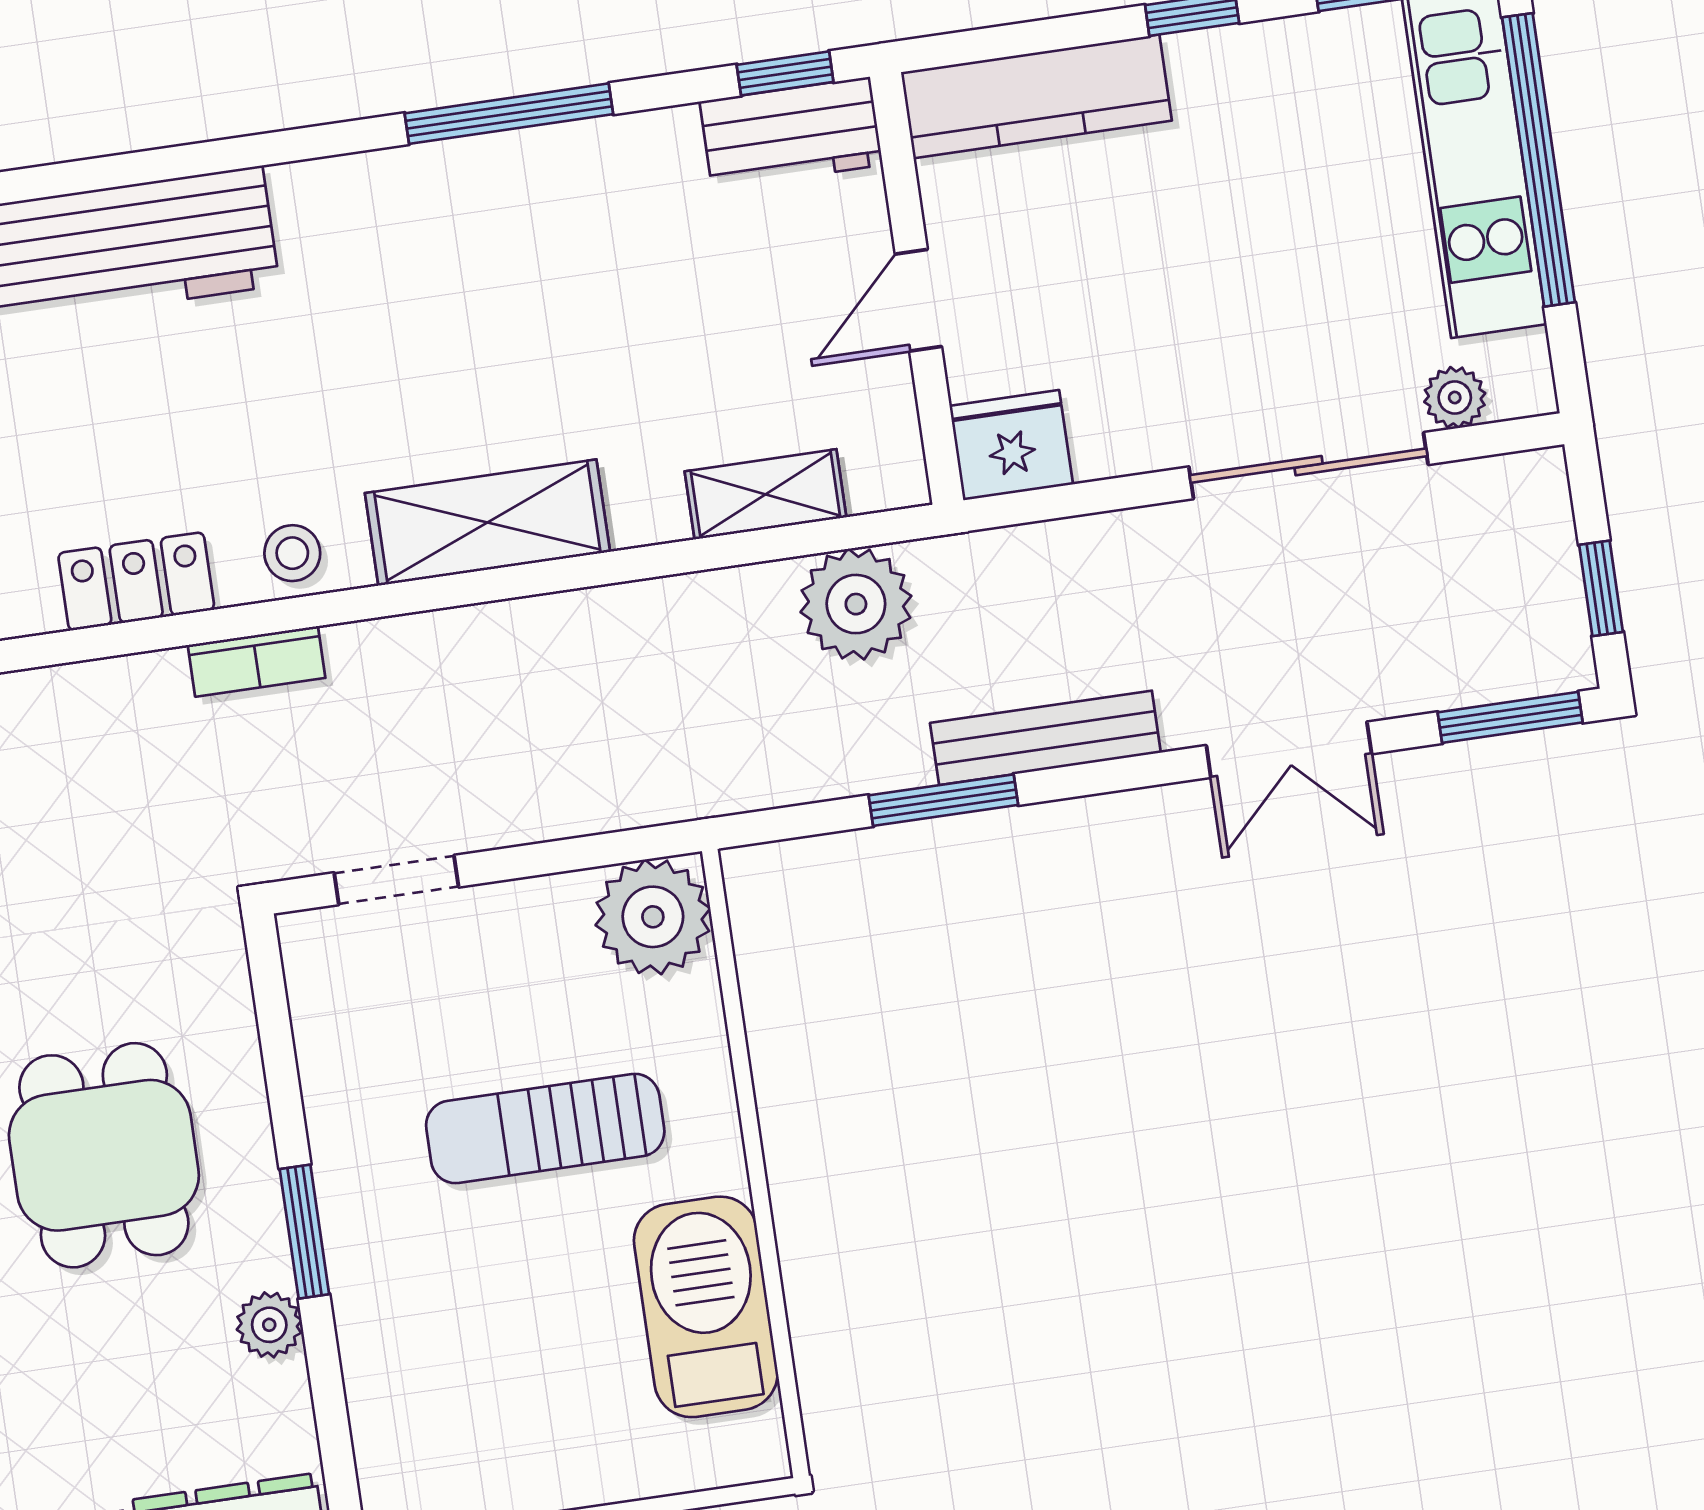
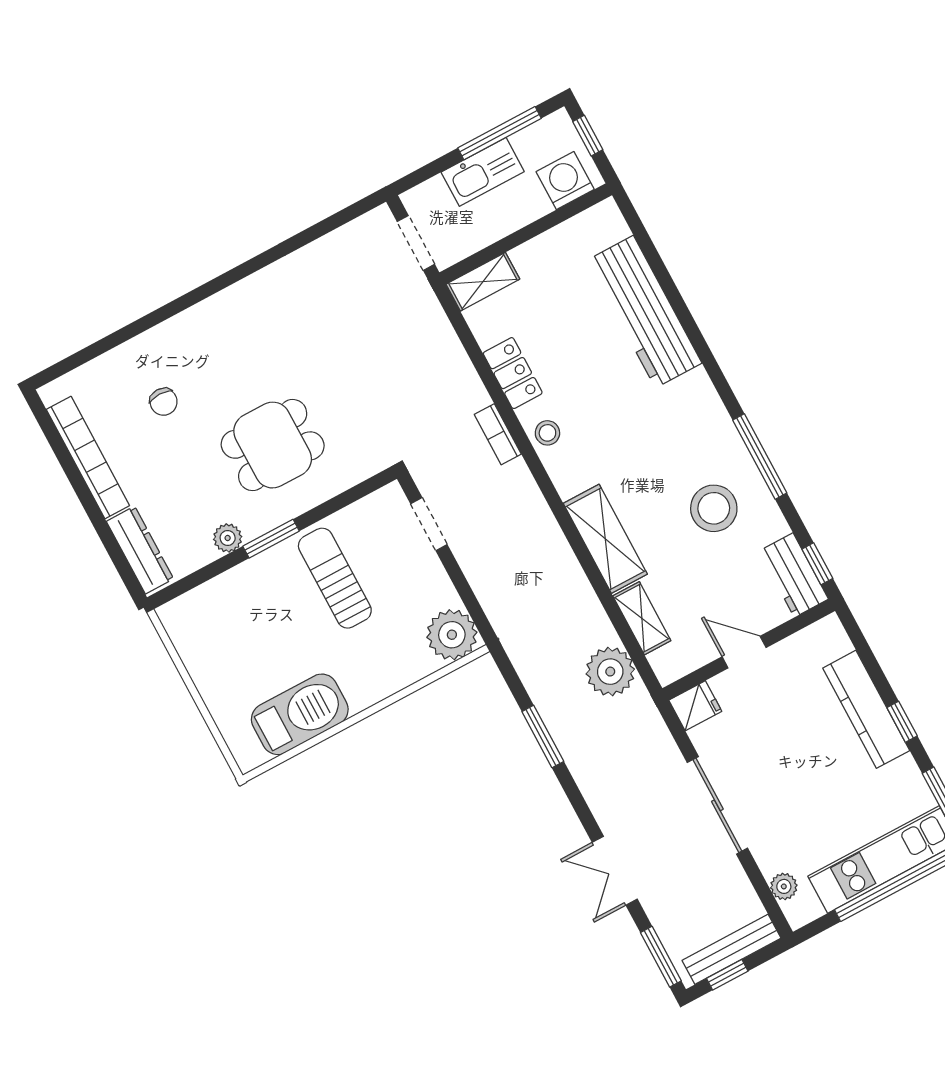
kitchen counter: (1036, 96) -> (866, 709), moved
stool: (585, 253) -> (714, 508), added
fridge: (1011, 445) -> (695, 706), width x0.72
sliding door: (1309, 466) -> (717, 805), moved
shelving: (487, 523) -> (605, 539), moved
bench: (1045, 738) -> (731, 949), moved, turned 90
sun lounger: (545, 1128) -> (335, 578), moved

